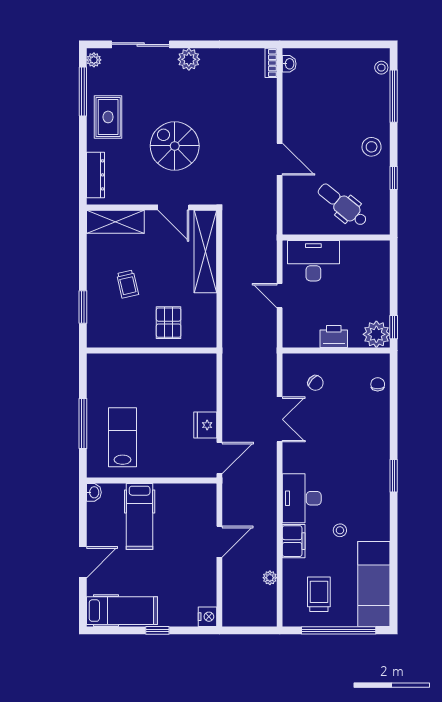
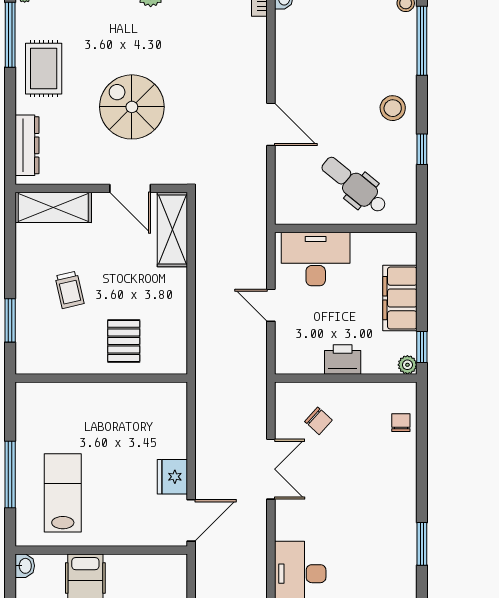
shelving: (205, 252) -> (172, 229), width x0.68
filing cabinet: (377, 290) -> (400, 298), added
plant: (376, 334) -> (407, 365), width x0.53, depth x0.53

